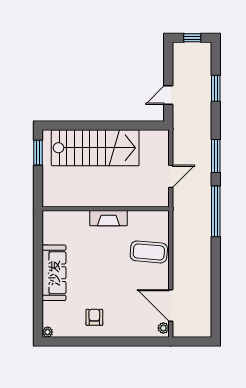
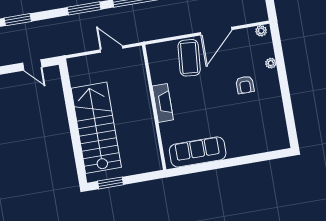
sofa: (54, 273) -> (198, 152), moved
door: (171, 305) -> (216, 31), moved
armchair: (94, 317) -> (245, 85), moved, turned -90
plant: (48, 332) -> (271, 63), moved

